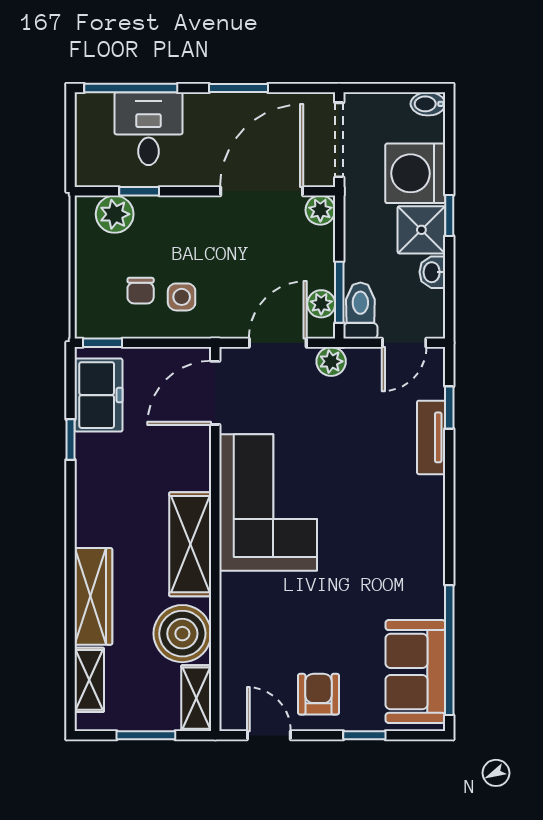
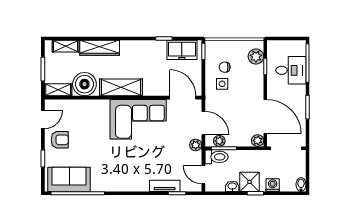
washing machine: (415, 173) -> (273, 185), width x0.53, depth x0.53

